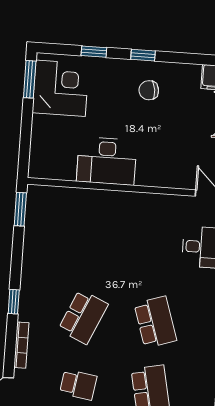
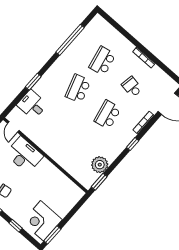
desk: (107, 161) -> (24, 155), moved
plant: (39, 235) -> (100, 165), added
school desk: (83, 317) -> (108, 115), turned -36

